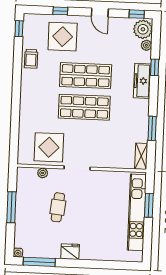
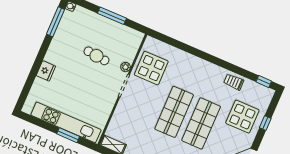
plant: (43, 173) -> (126, 67), moved
fridge: (70, 252) -> (46, 71), moved

